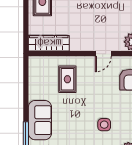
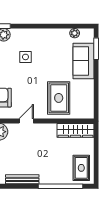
rug: (67, 79) -> (59, 98), width x1.36, depth x1.43

